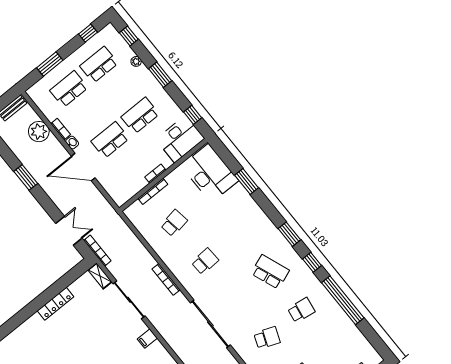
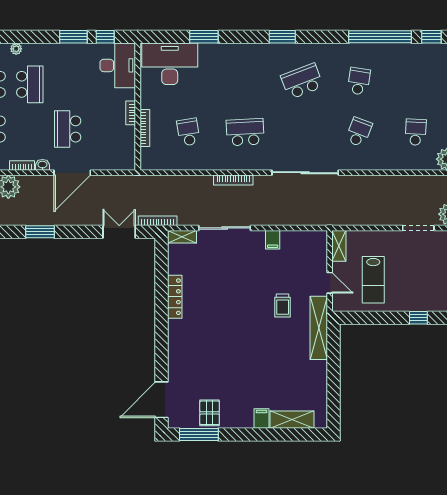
window: (160, 75) -> (73, 37), moved
school desk: (140, 116) -> (30, 84), moved, turned 180
school desk: (205, 261) -> (245, 132), width x1.85
window: (312, 262) -> (431, 37), moved

